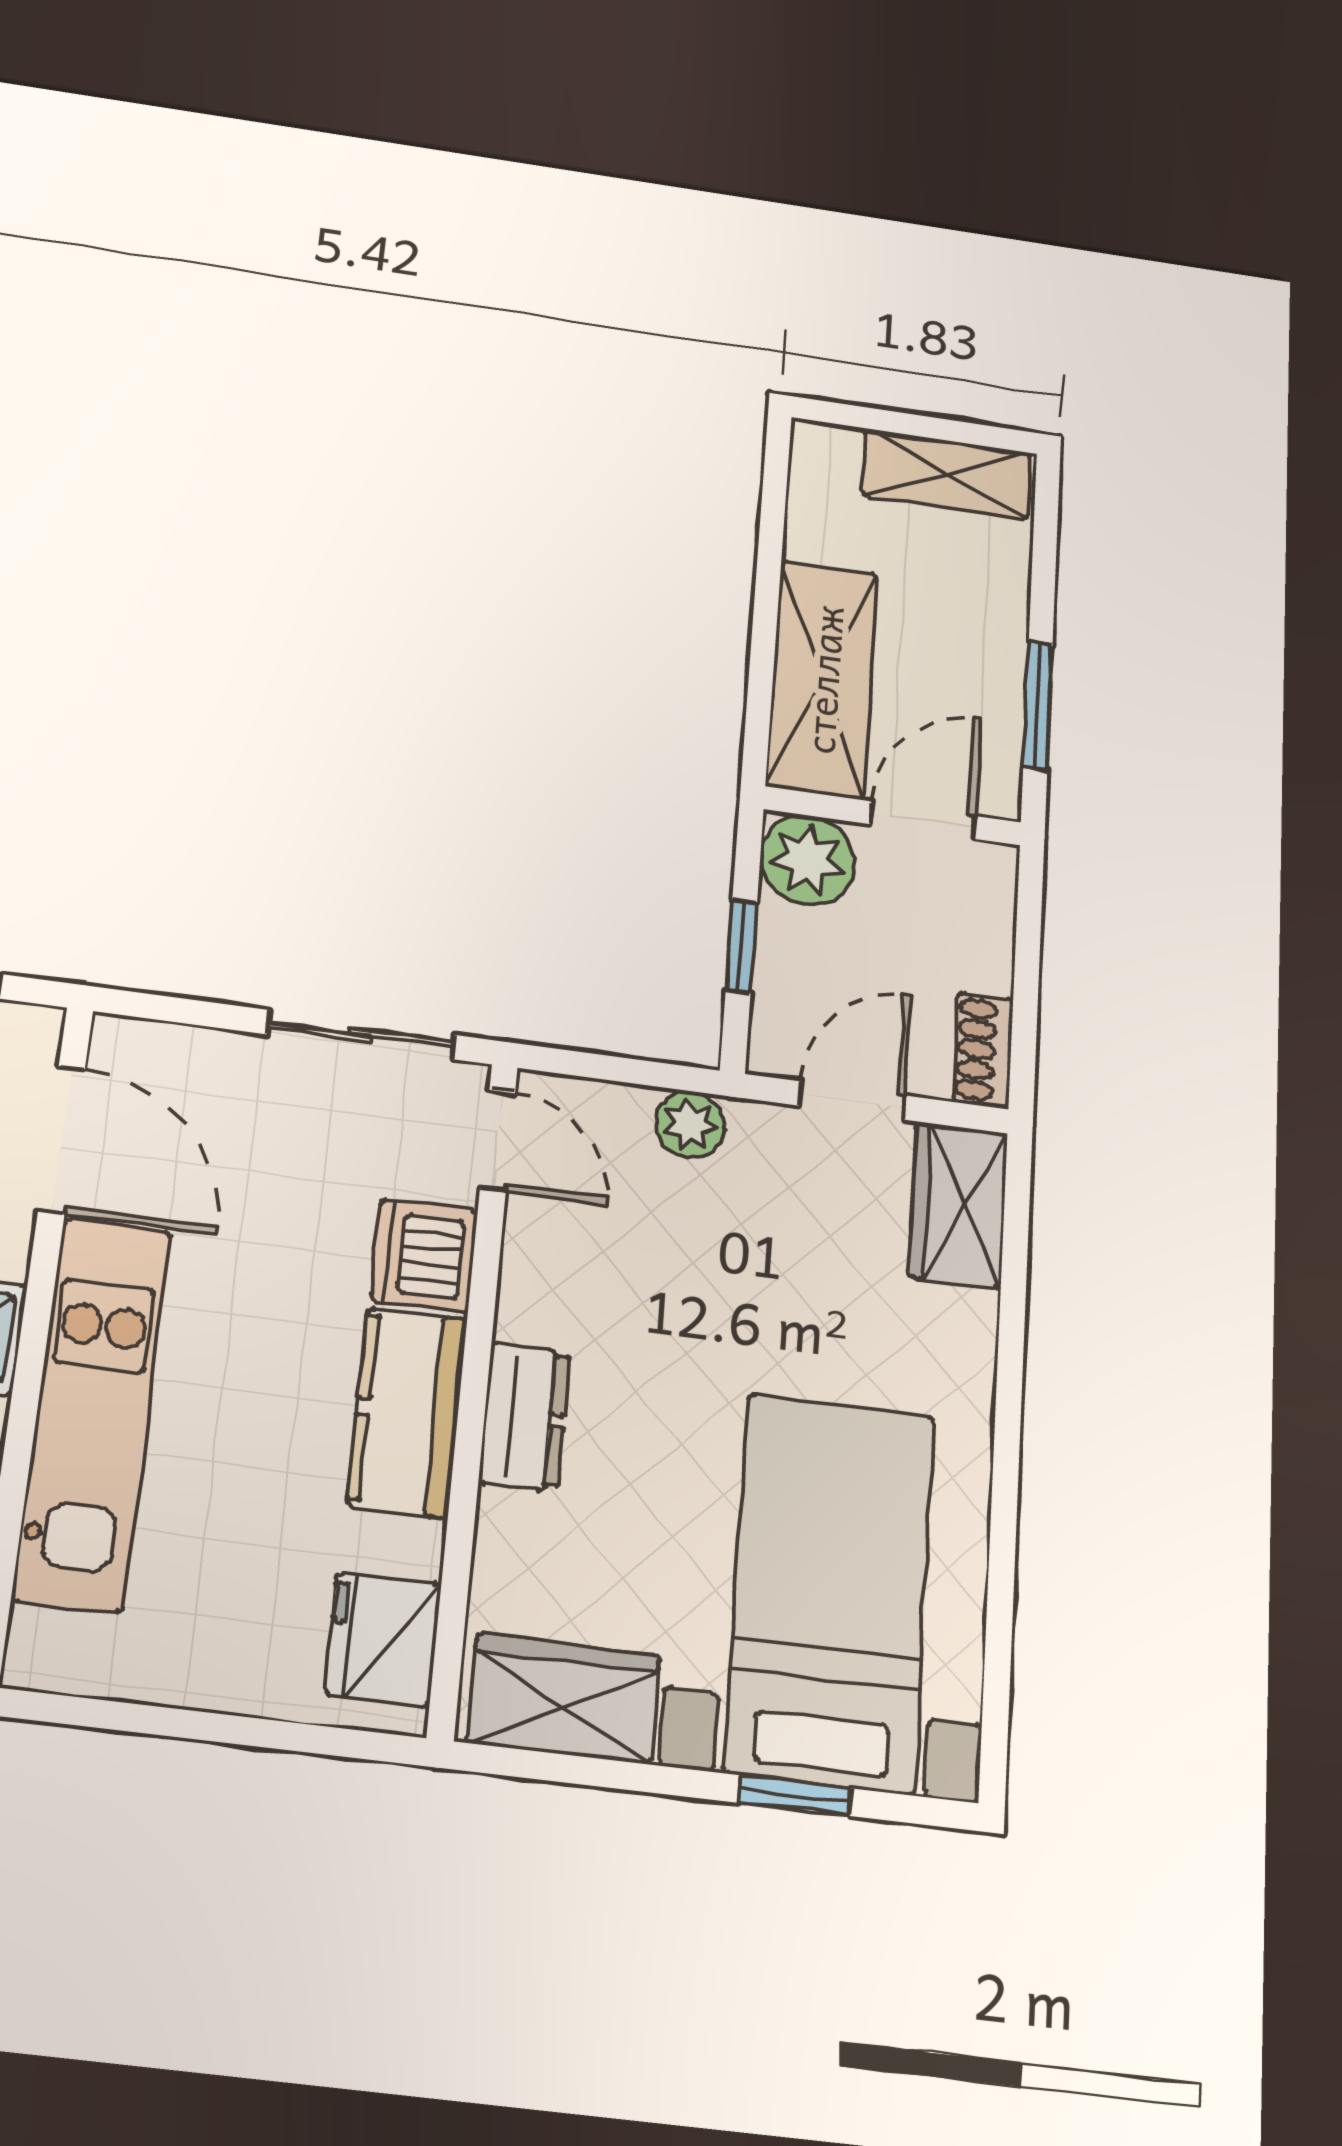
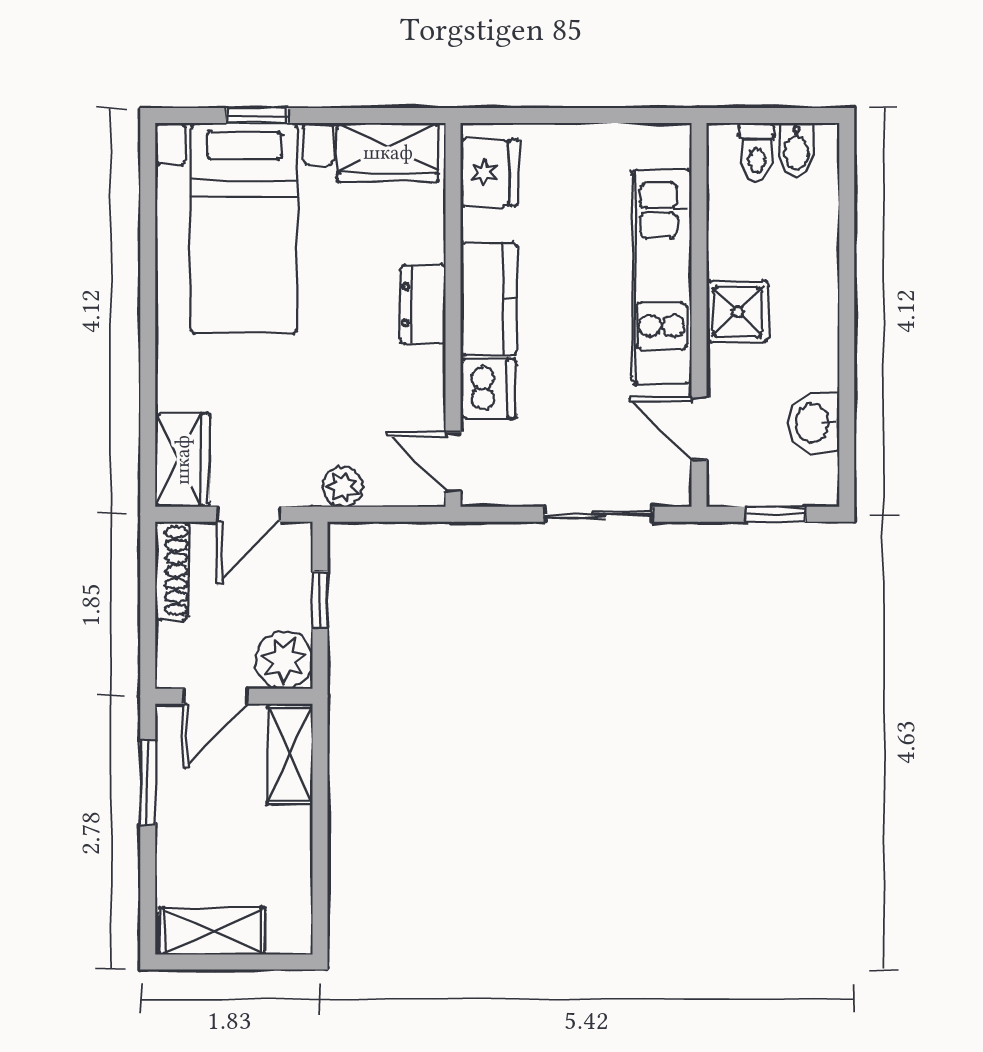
shelving: (822, 679) -> (290, 754), width x0.67, depth x0.75
sliding door: (361, 1035) -> (599, 514), moved
shoe rack: (983, 1050) -> (172, 571), width x1.43
door: (62, 1140) -> (699, 429), width x0.73

